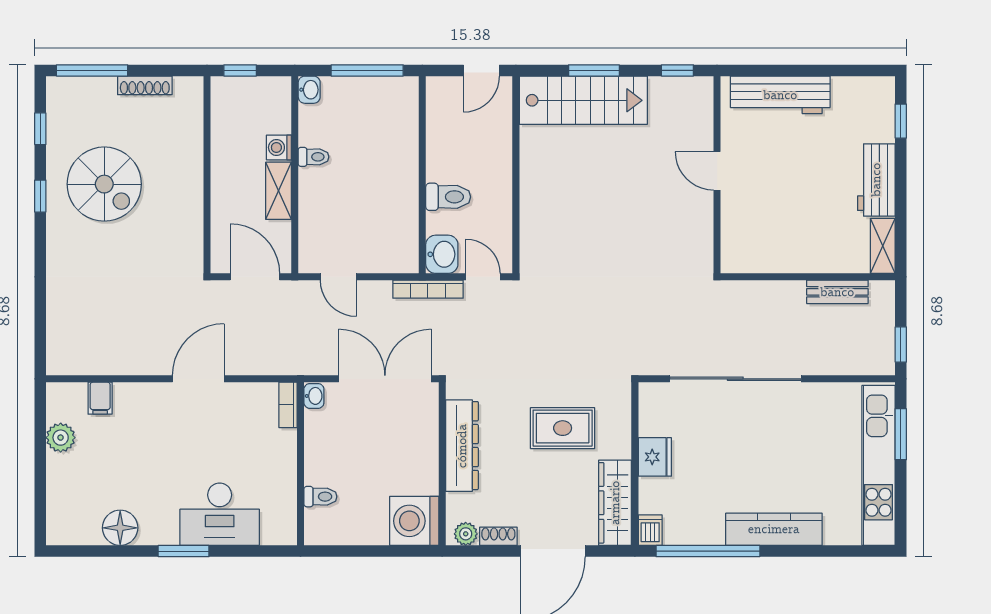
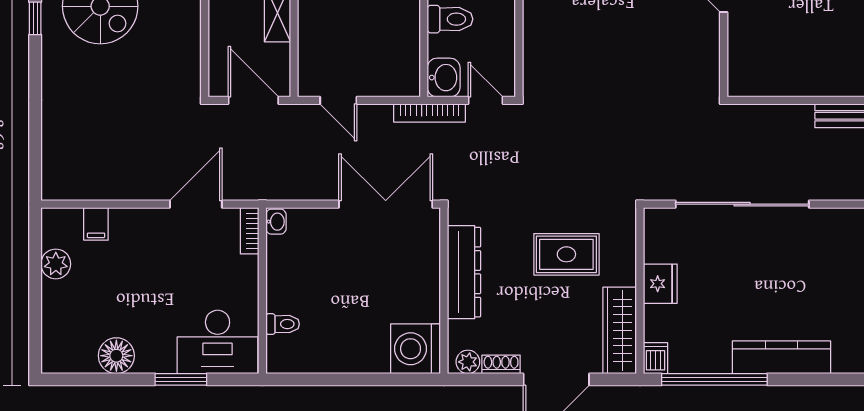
washbasin: (314, 396) -> (276, 222), moved
bookcase: (288, 405) -> (250, 231), moved
wall: (300, 464) -> (262, 291), moved
toilet: (320, 497) -> (283, 324), moved

